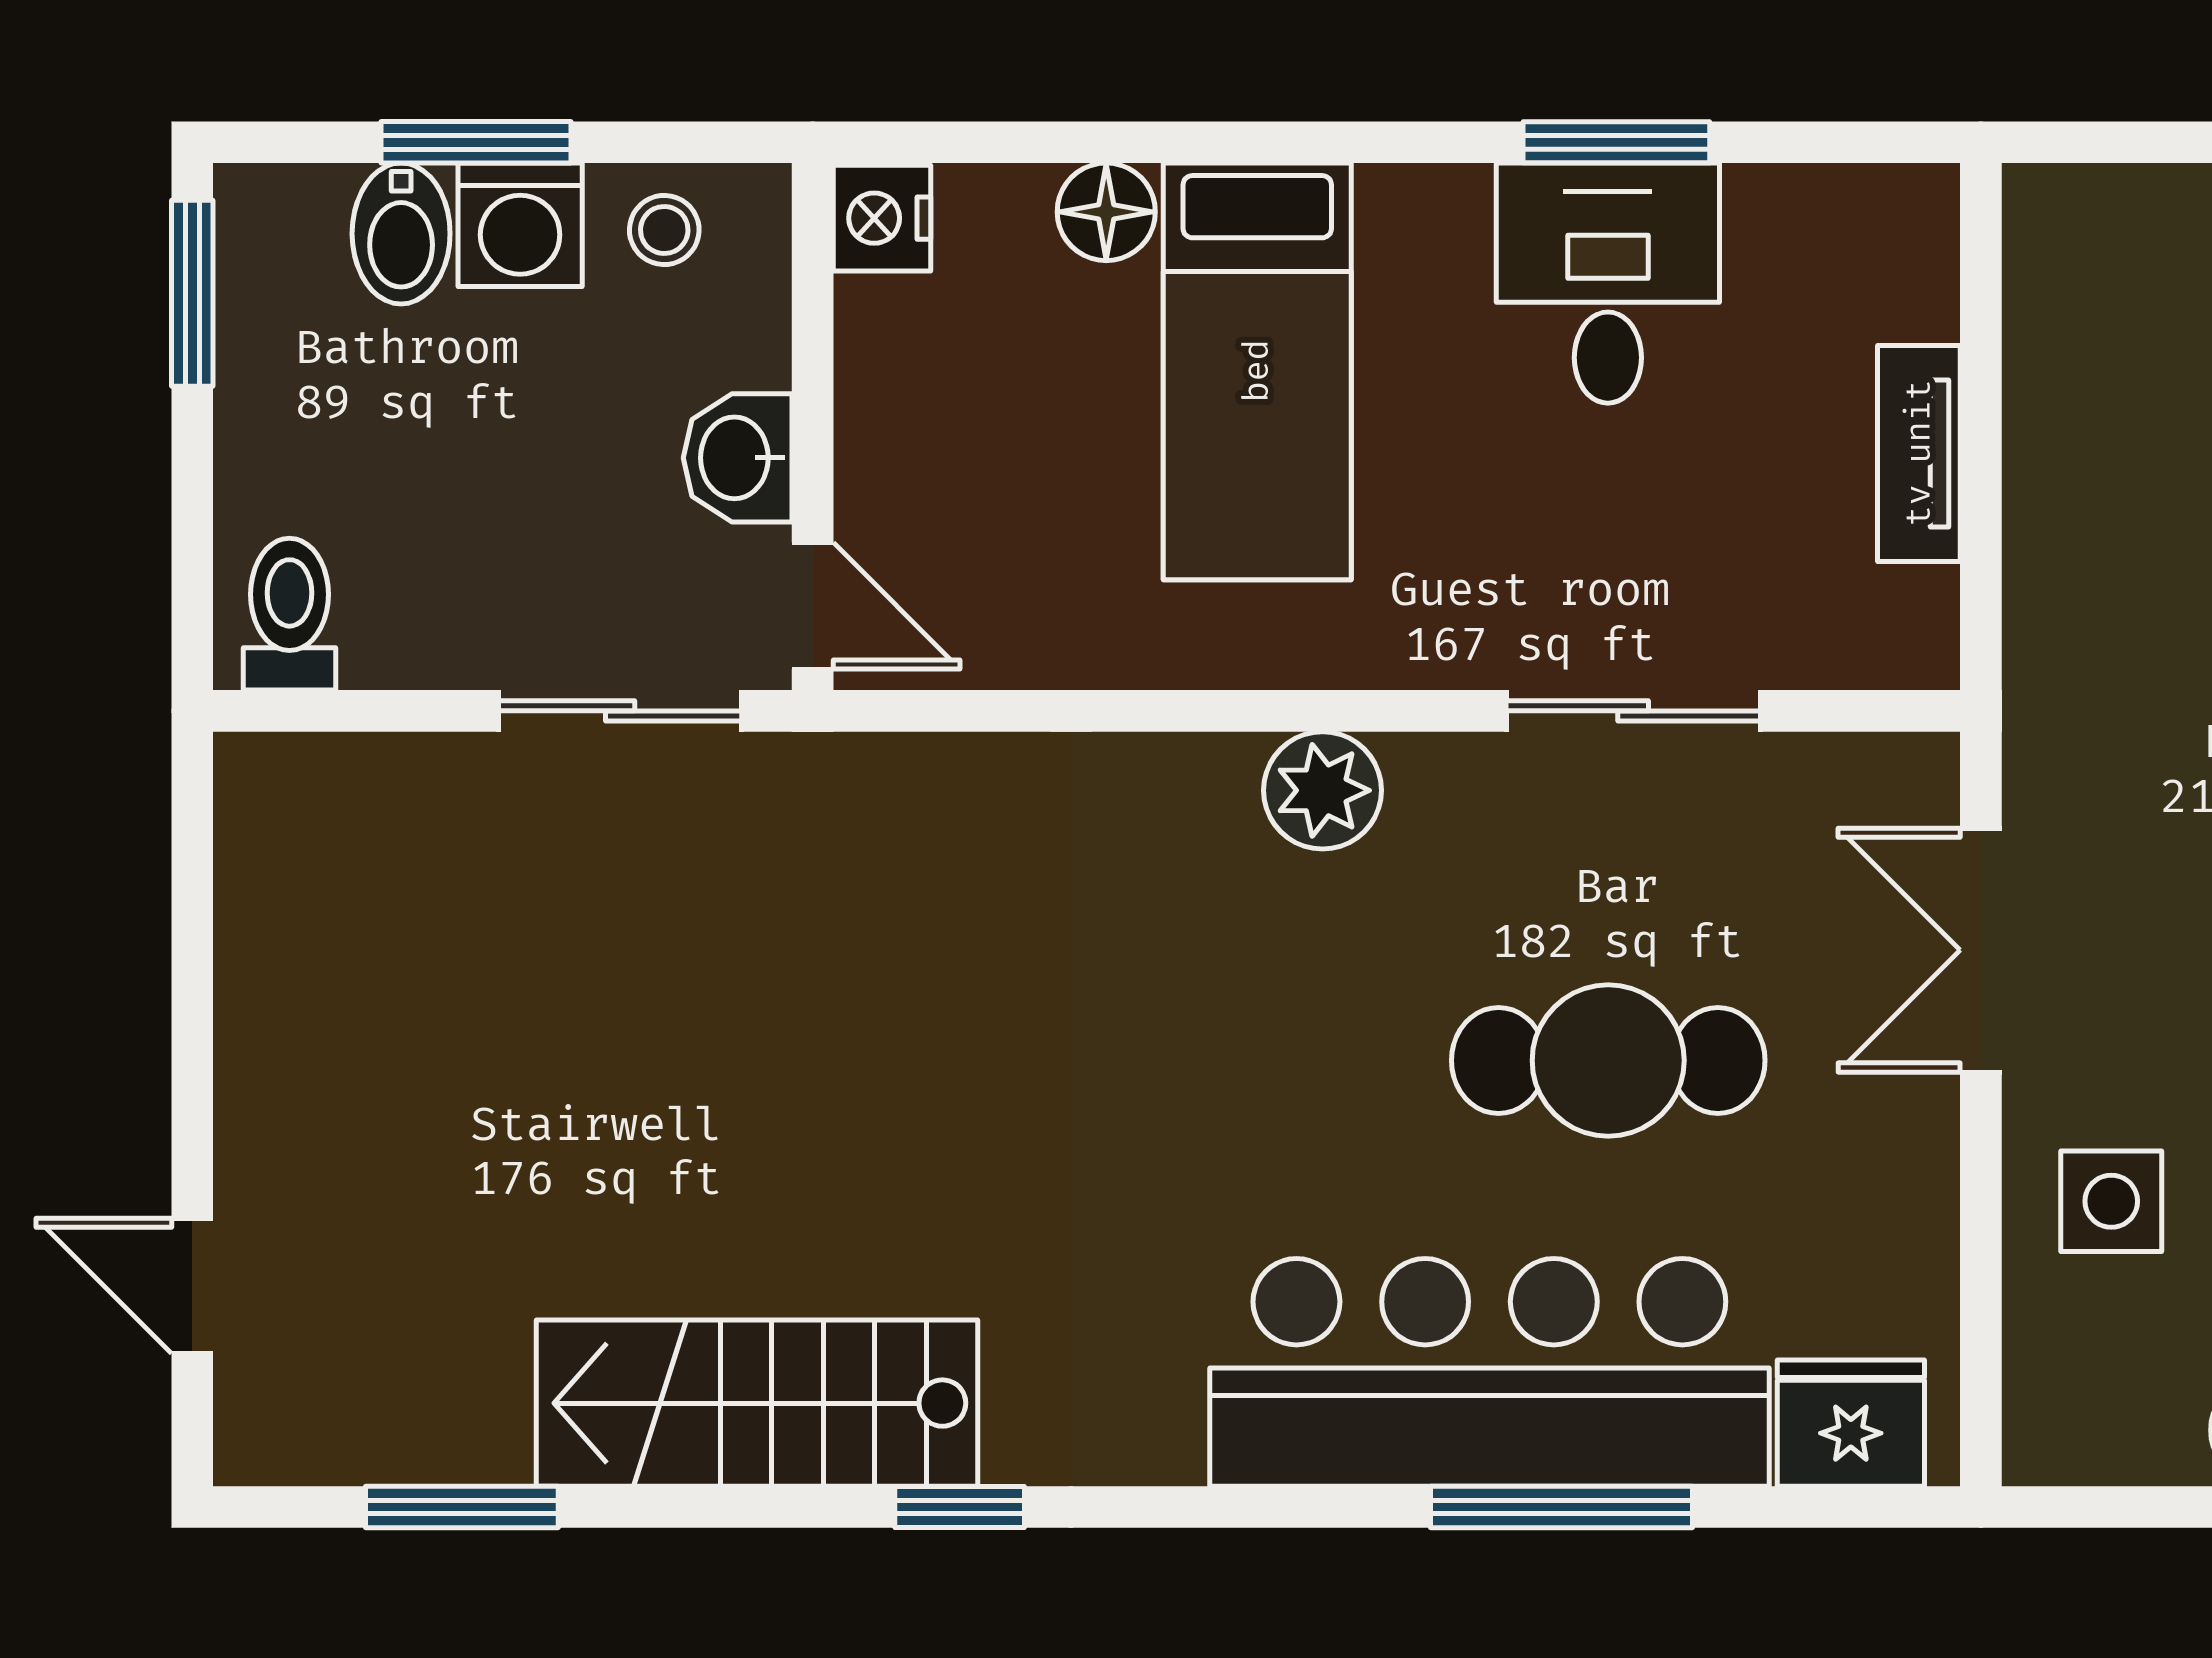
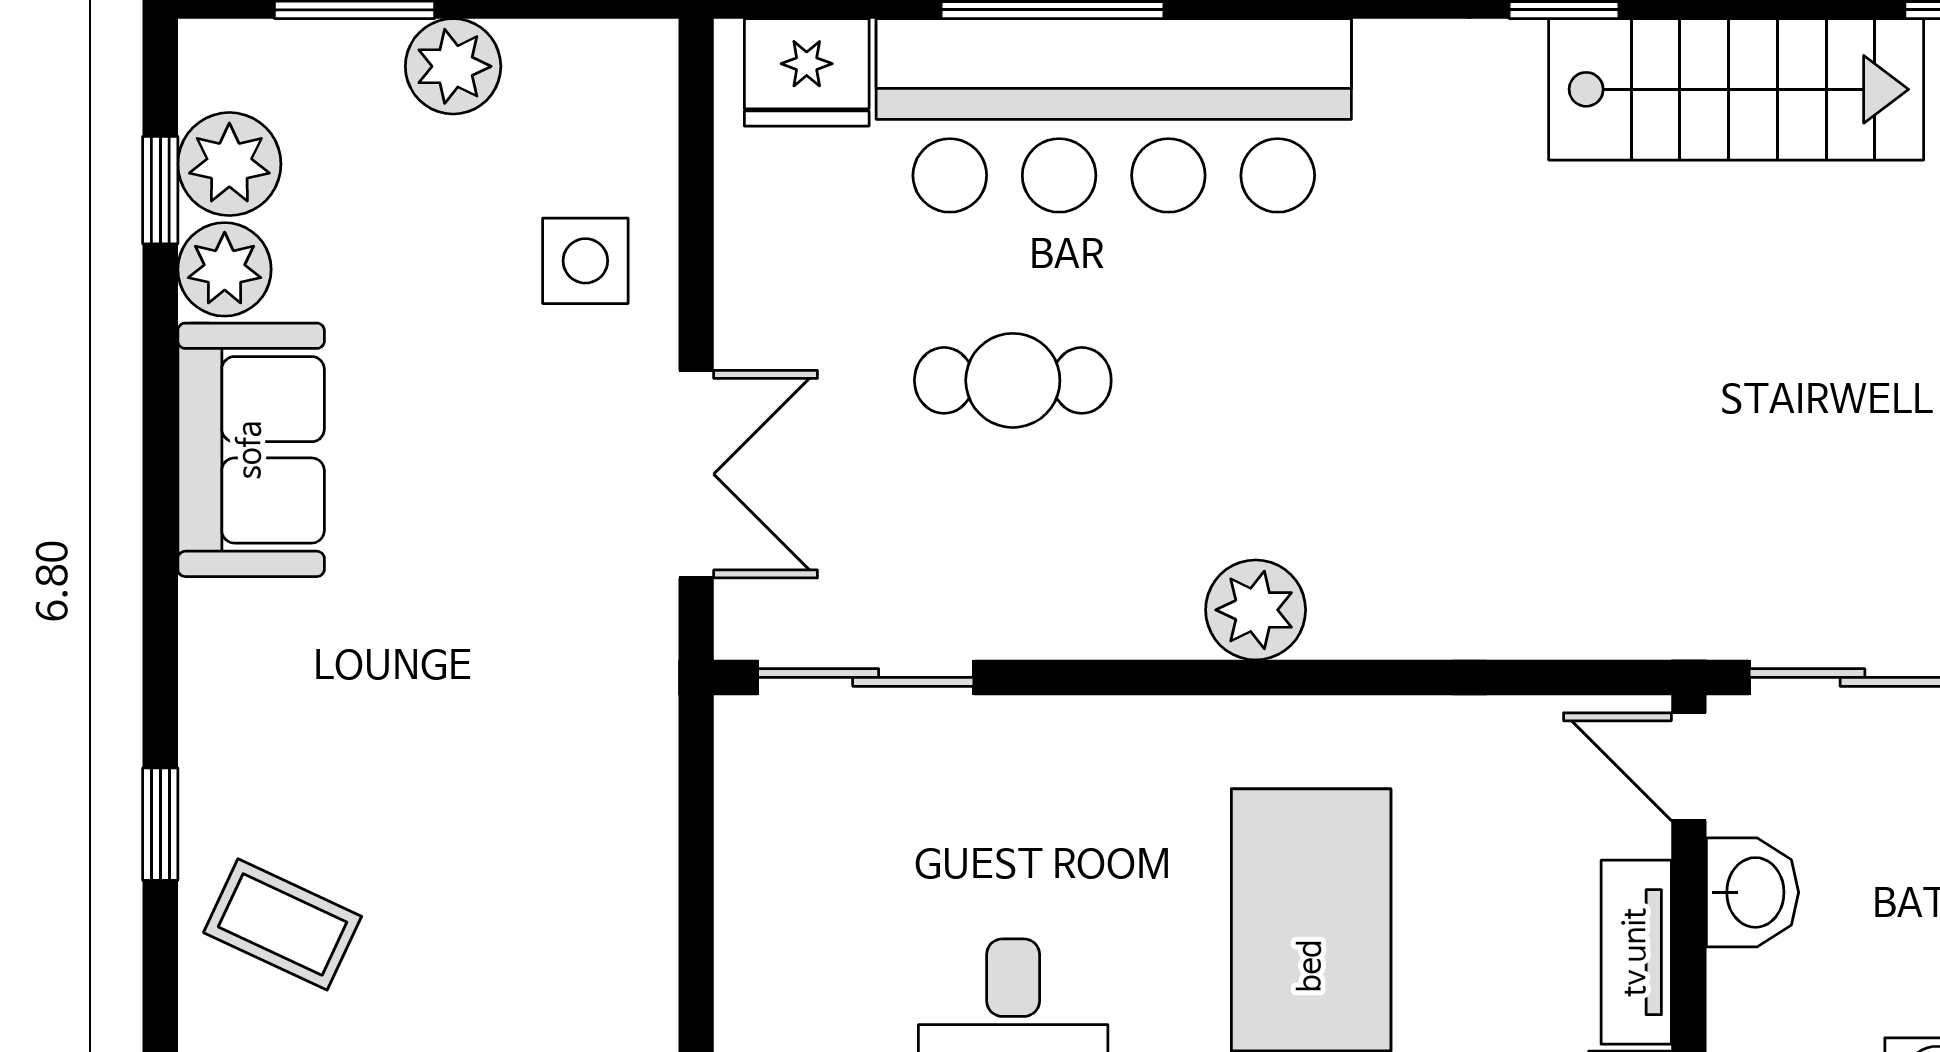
tv unit: (1919, 453) -> (1636, 952), moved, turned 180
sliding door: (1633, 711) -> (866, 677), moved
cafe table: (1608, 1060) -> (1013, 380), width x0.73, depth x0.74

